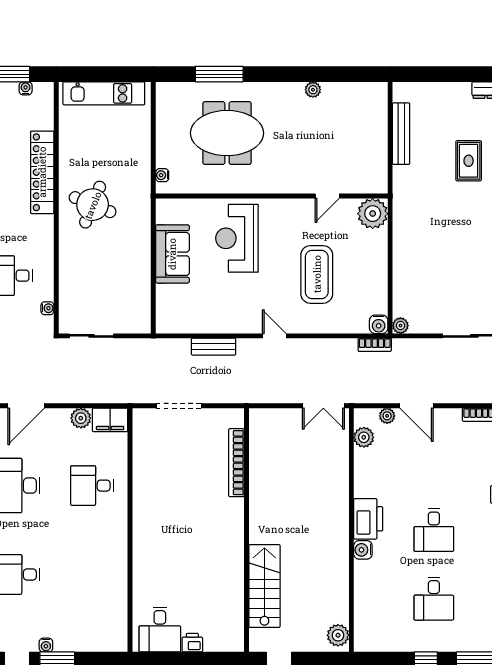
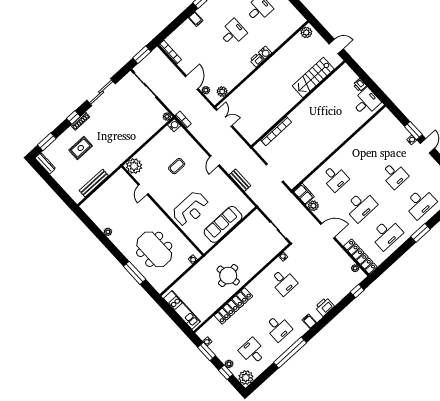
door: (327, 196) -> (143, 189), swing flipped
round table: (93, 205) -> (228, 276), turned -31
sofa: (172, 254) -> (223, 224), width x1.36
coffee table: (317, 274) -> (177, 166), width x0.54, depth x0.58
printer: (368, 519) -> (257, 60), width x0.53, depth x0.68

